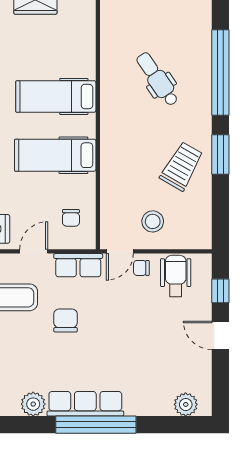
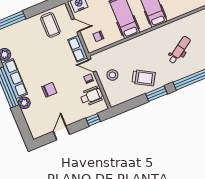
chair: (66, 320) -> (49, 90), moved
door: (220, 335) -> (61, 133), moved
plant: (186, 404) -> (24, 103), moved

